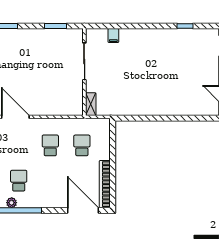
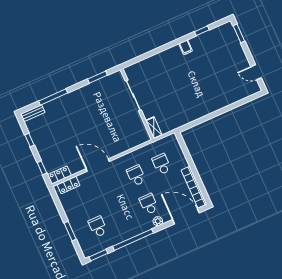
filing cabinet: (113, 36) -> (186, 47), moved
school desk: (19, 181) -> (149, 204), moved
plant: (12, 203) -> (158, 221), moved

